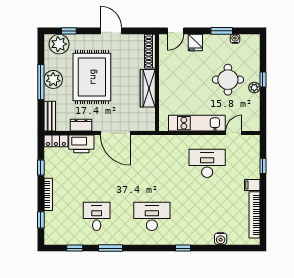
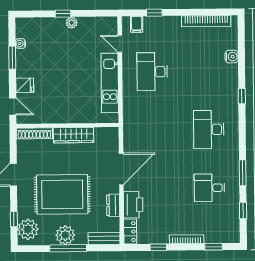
round table: (228, 80) -> (64, 51), removed
filing cabinet: (252, 185) -> (137, 24), moved

